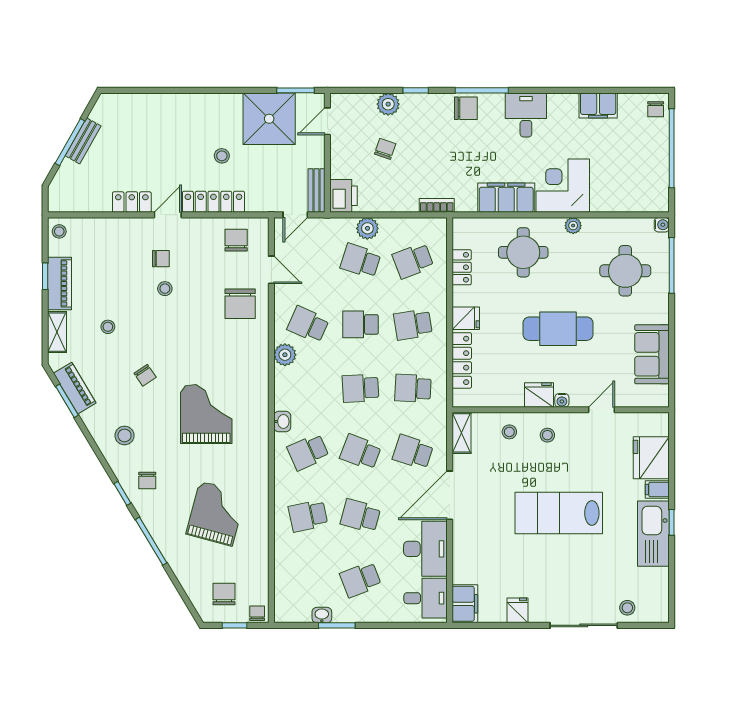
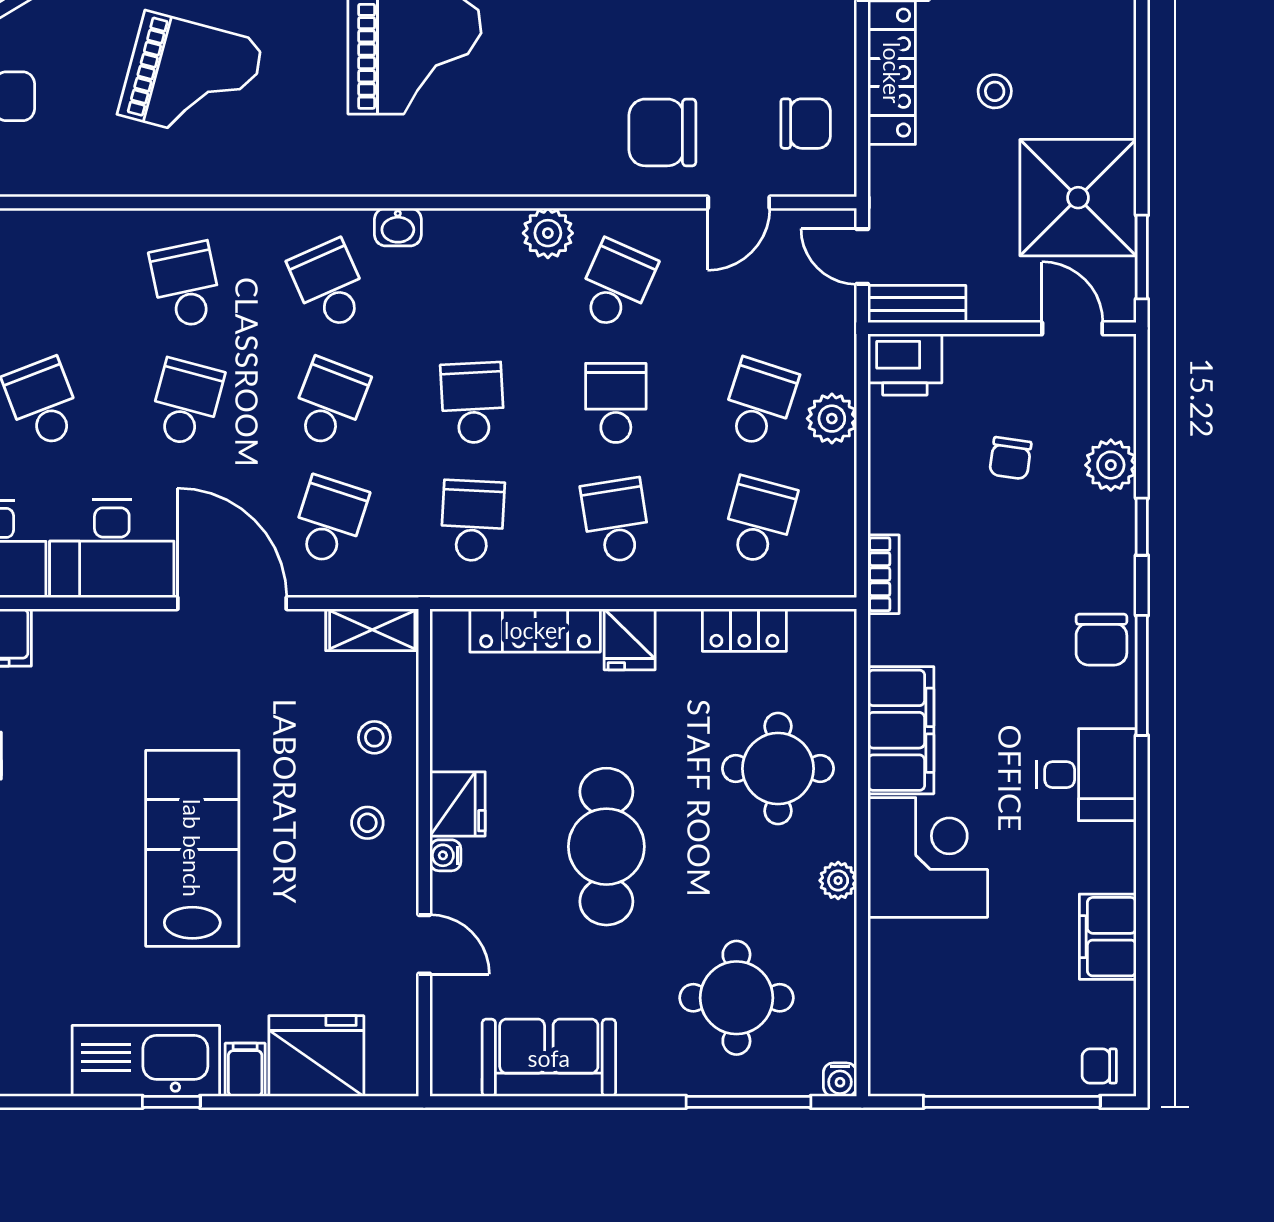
chair: (385, 149) -> (1010, 458), turned 79
school desk: (413, 261) -> (759, 521), turned 36

